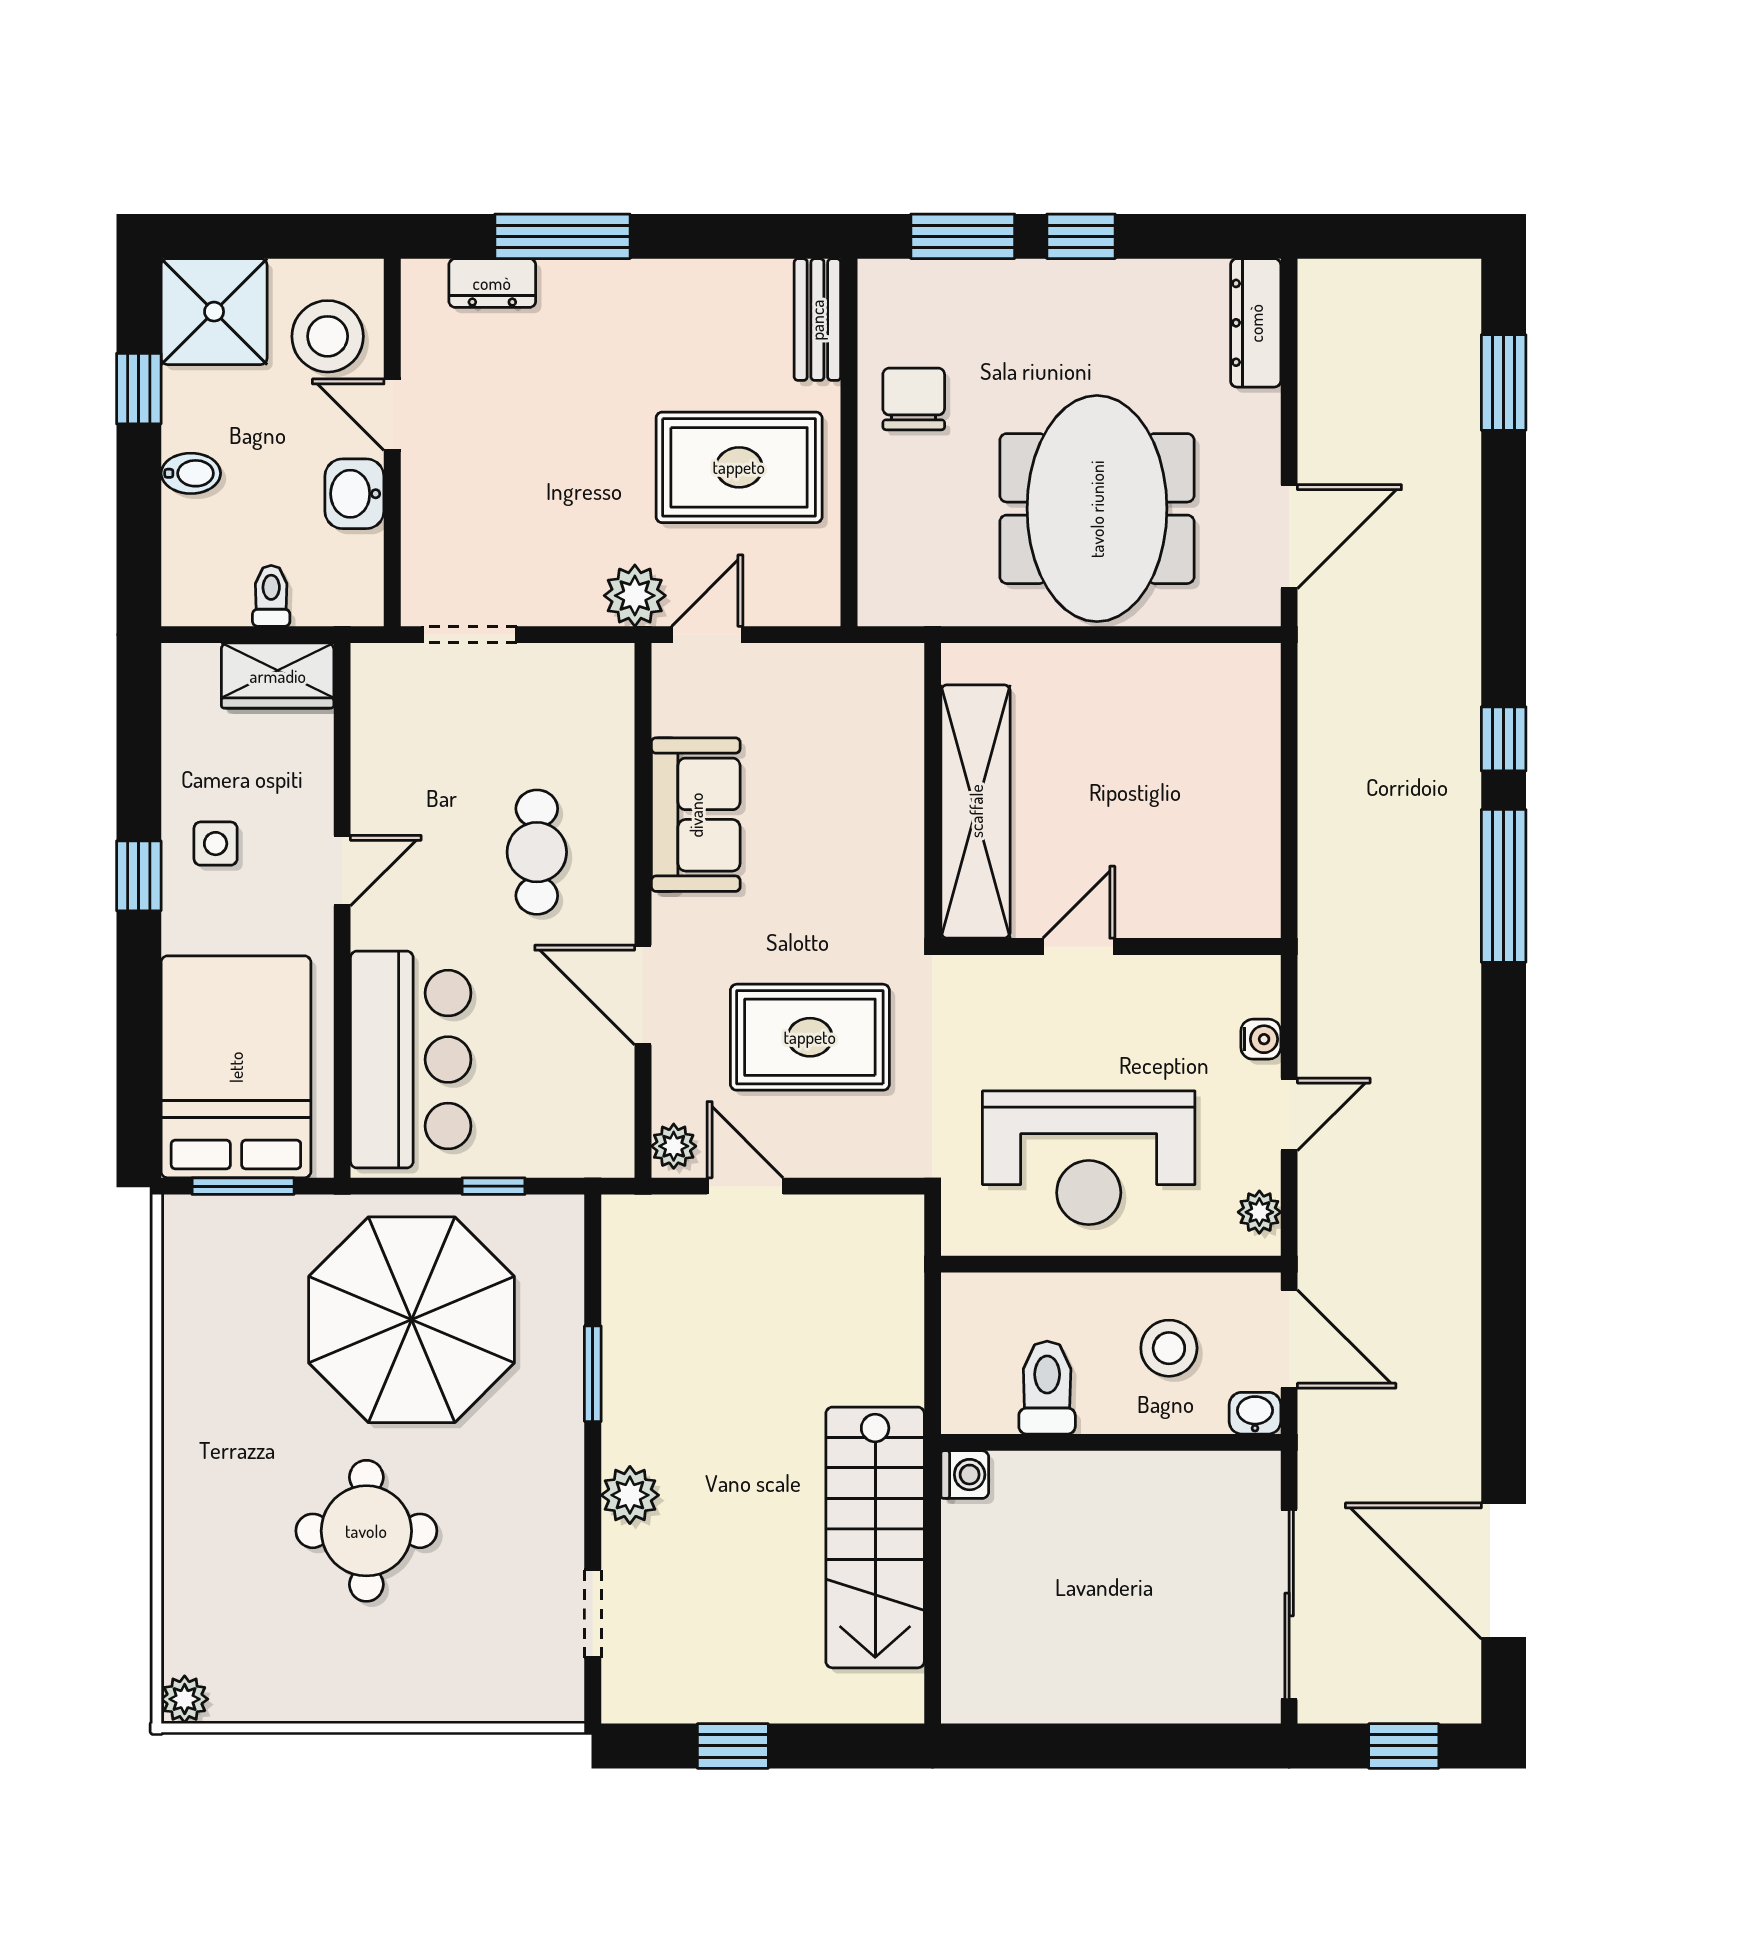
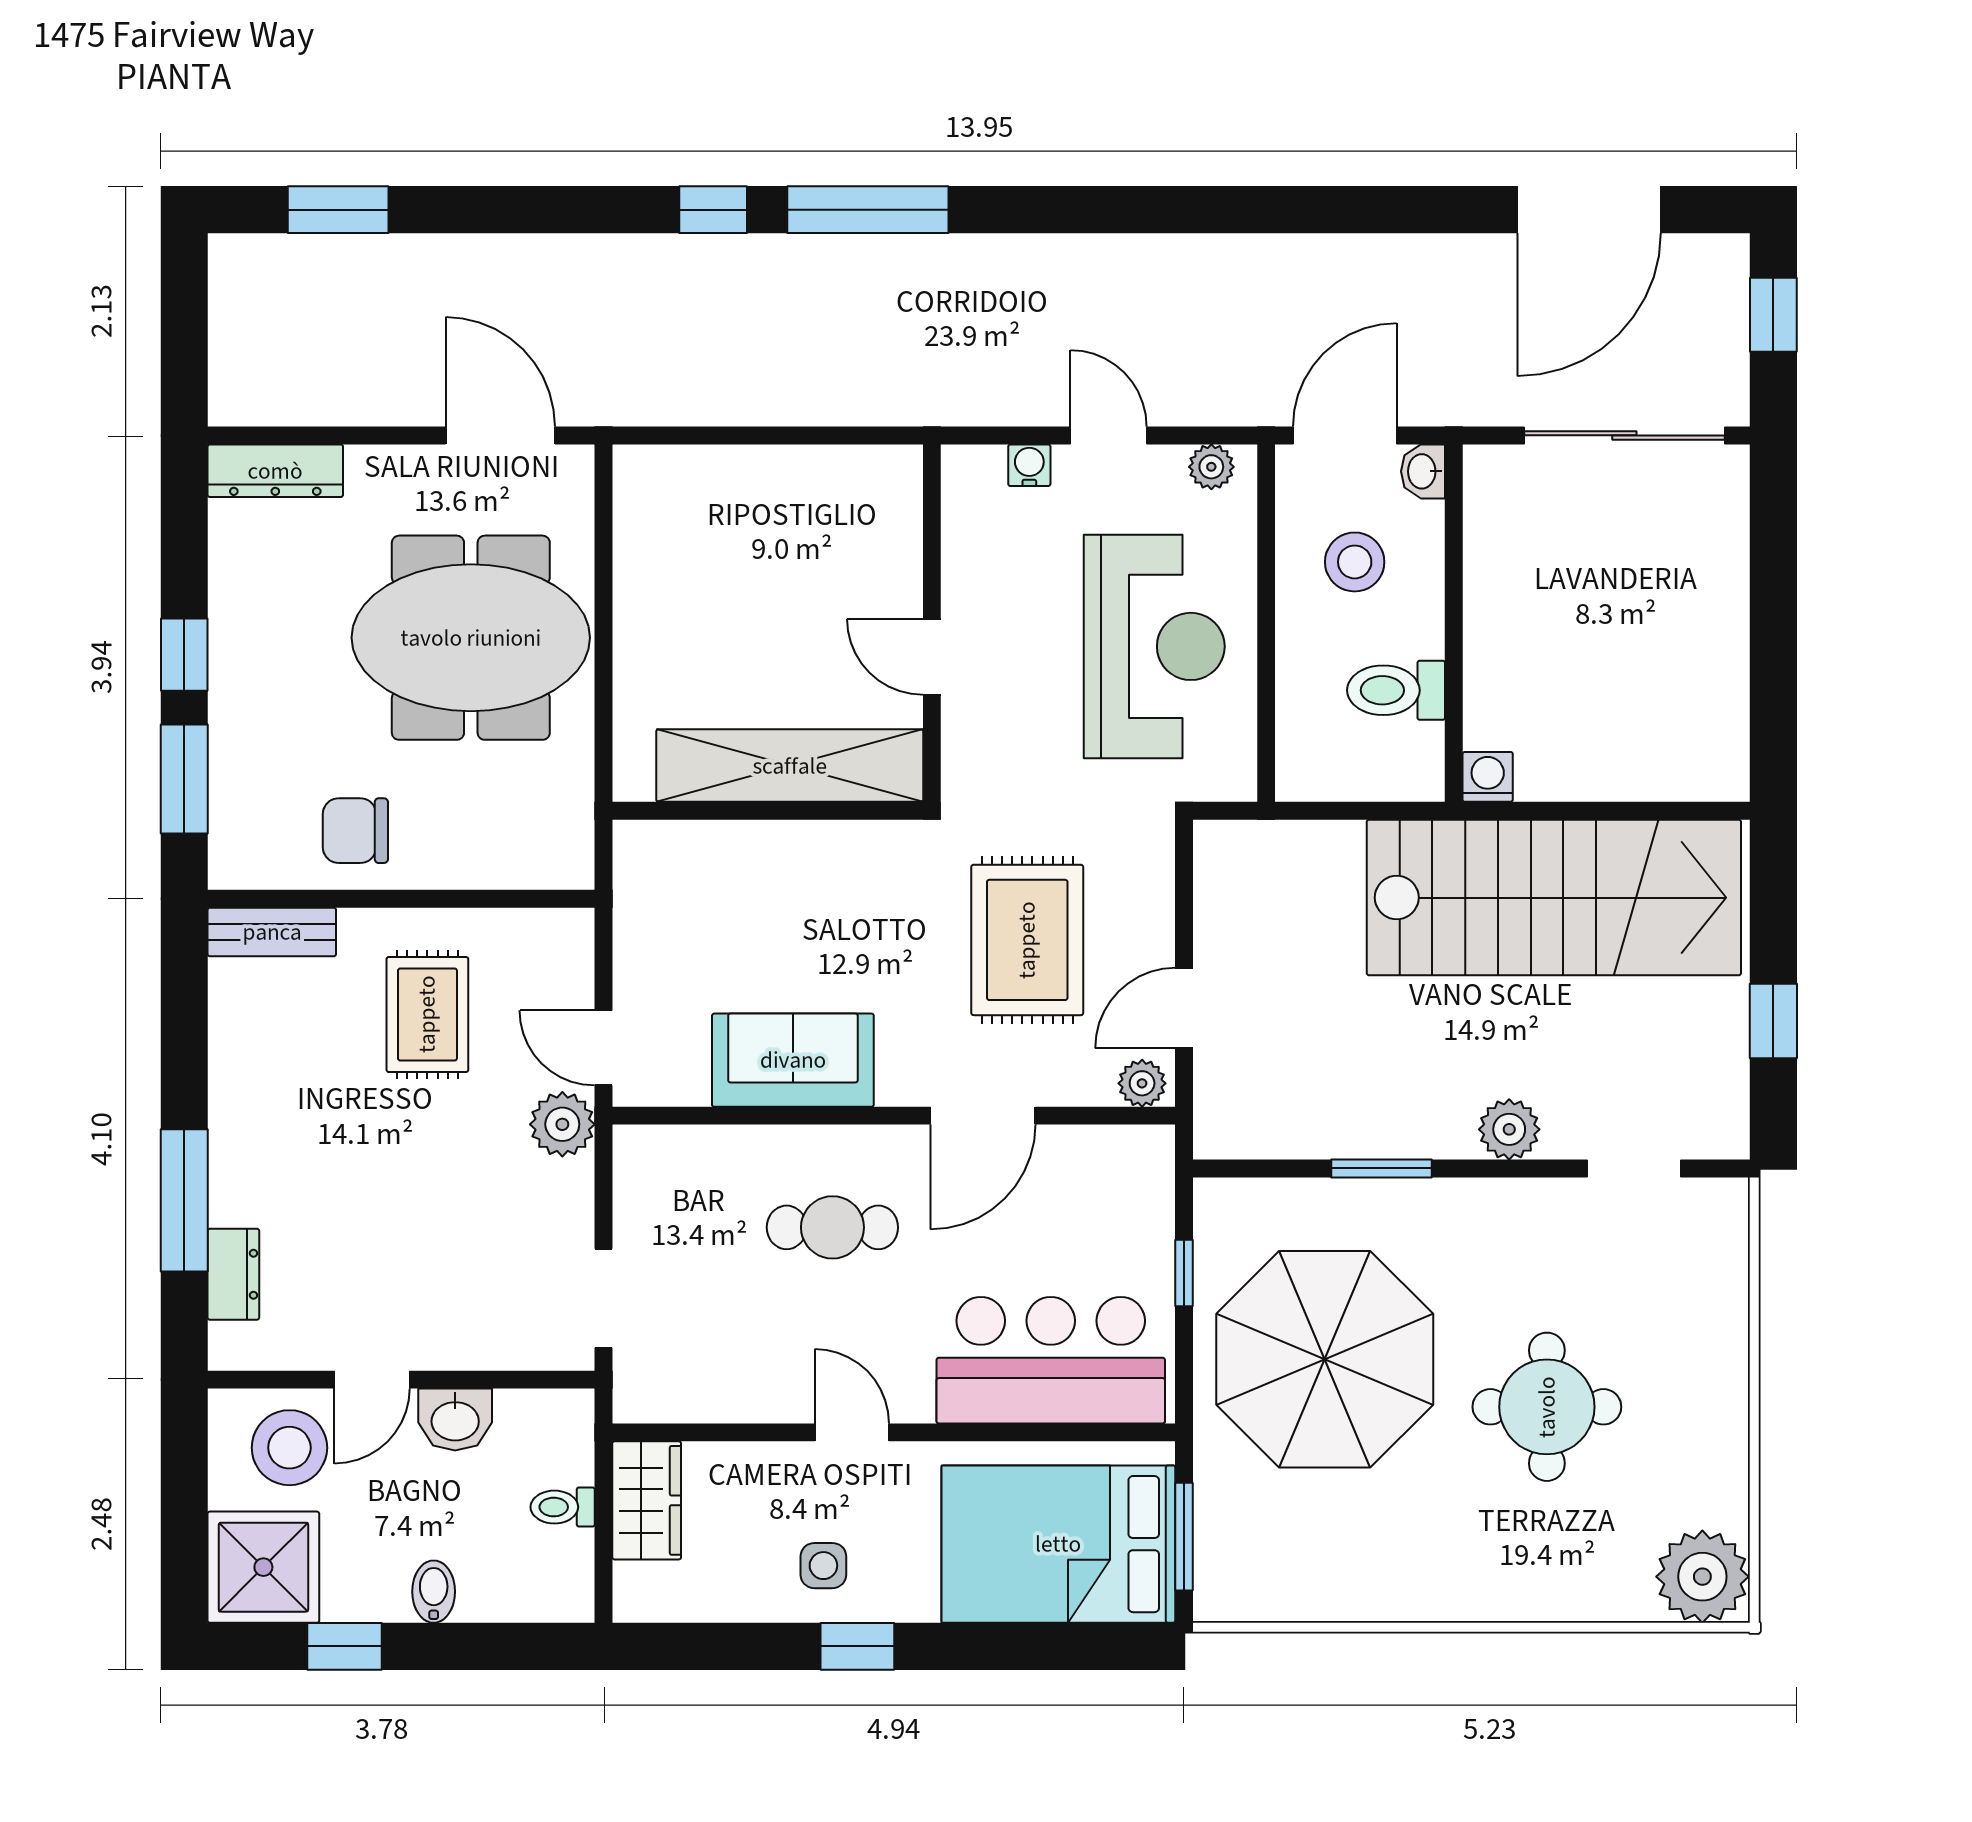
rug: (739, 467) -> (427, 1014), width x0.73, depth x0.70
stairs: (875, 1537) -> (1554, 898), width x1.36, depth x1.51
plant: (185, 1699) -> (1702, 1577), width x1.88, depth x1.88

